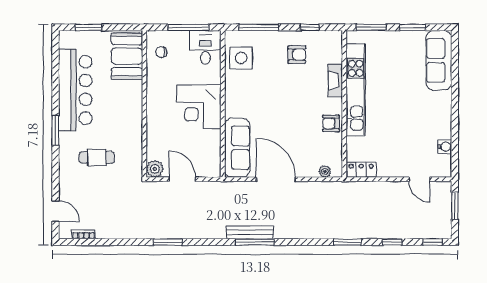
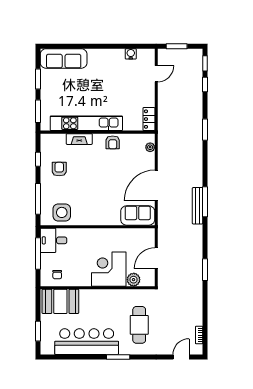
corner desk: (199, 107) -> (109, 269), moved, turned 180
sofa: (237, 148) -> (138, 215), width x0.73
cafe table: (97, 157) -> (139, 325), width x1.37, depth x1.35
plant: (155, 169) -> (134, 280), moved
window: (392, 242) -> (205, 85), moved

